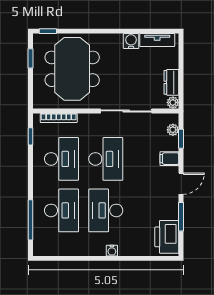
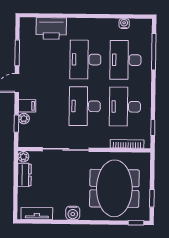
water cooler: (131, 41) -> (73, 213), moved
plant: (173, 130) -> (24, 119), moved
desk: (106, 210) -> (85, 59), turned 180
printer: (167, 237) -> (51, 28), moved, turned 90
water cooler: (112, 251) -> (124, 24), moved

